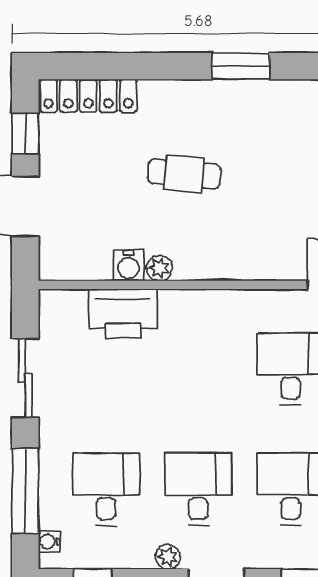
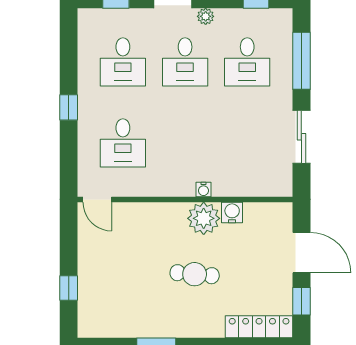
plant: (159, 268) -> (204, 218), width x1.87, depth x1.87
printer: (123, 313) -> (236, 180), removed
water cooler: (49, 542) -> (203, 190), moved, turned 90

